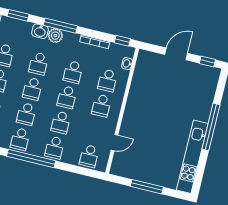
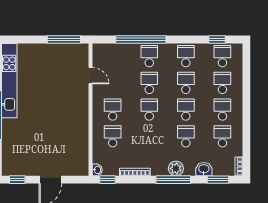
washbasin: (40, 31) -> (204, 169), moved
washbasin: (127, 64) -> (97, 170), moved
school desk: (73, 72) -> (149, 136), removed
door: (114, 143) -> (91, 76), swing flipped
school desk: (89, 156) -> (113, 56), removed
window: (31, 158) -> (141, 39), moved
window: (147, 187) -> (64, 39), moved

